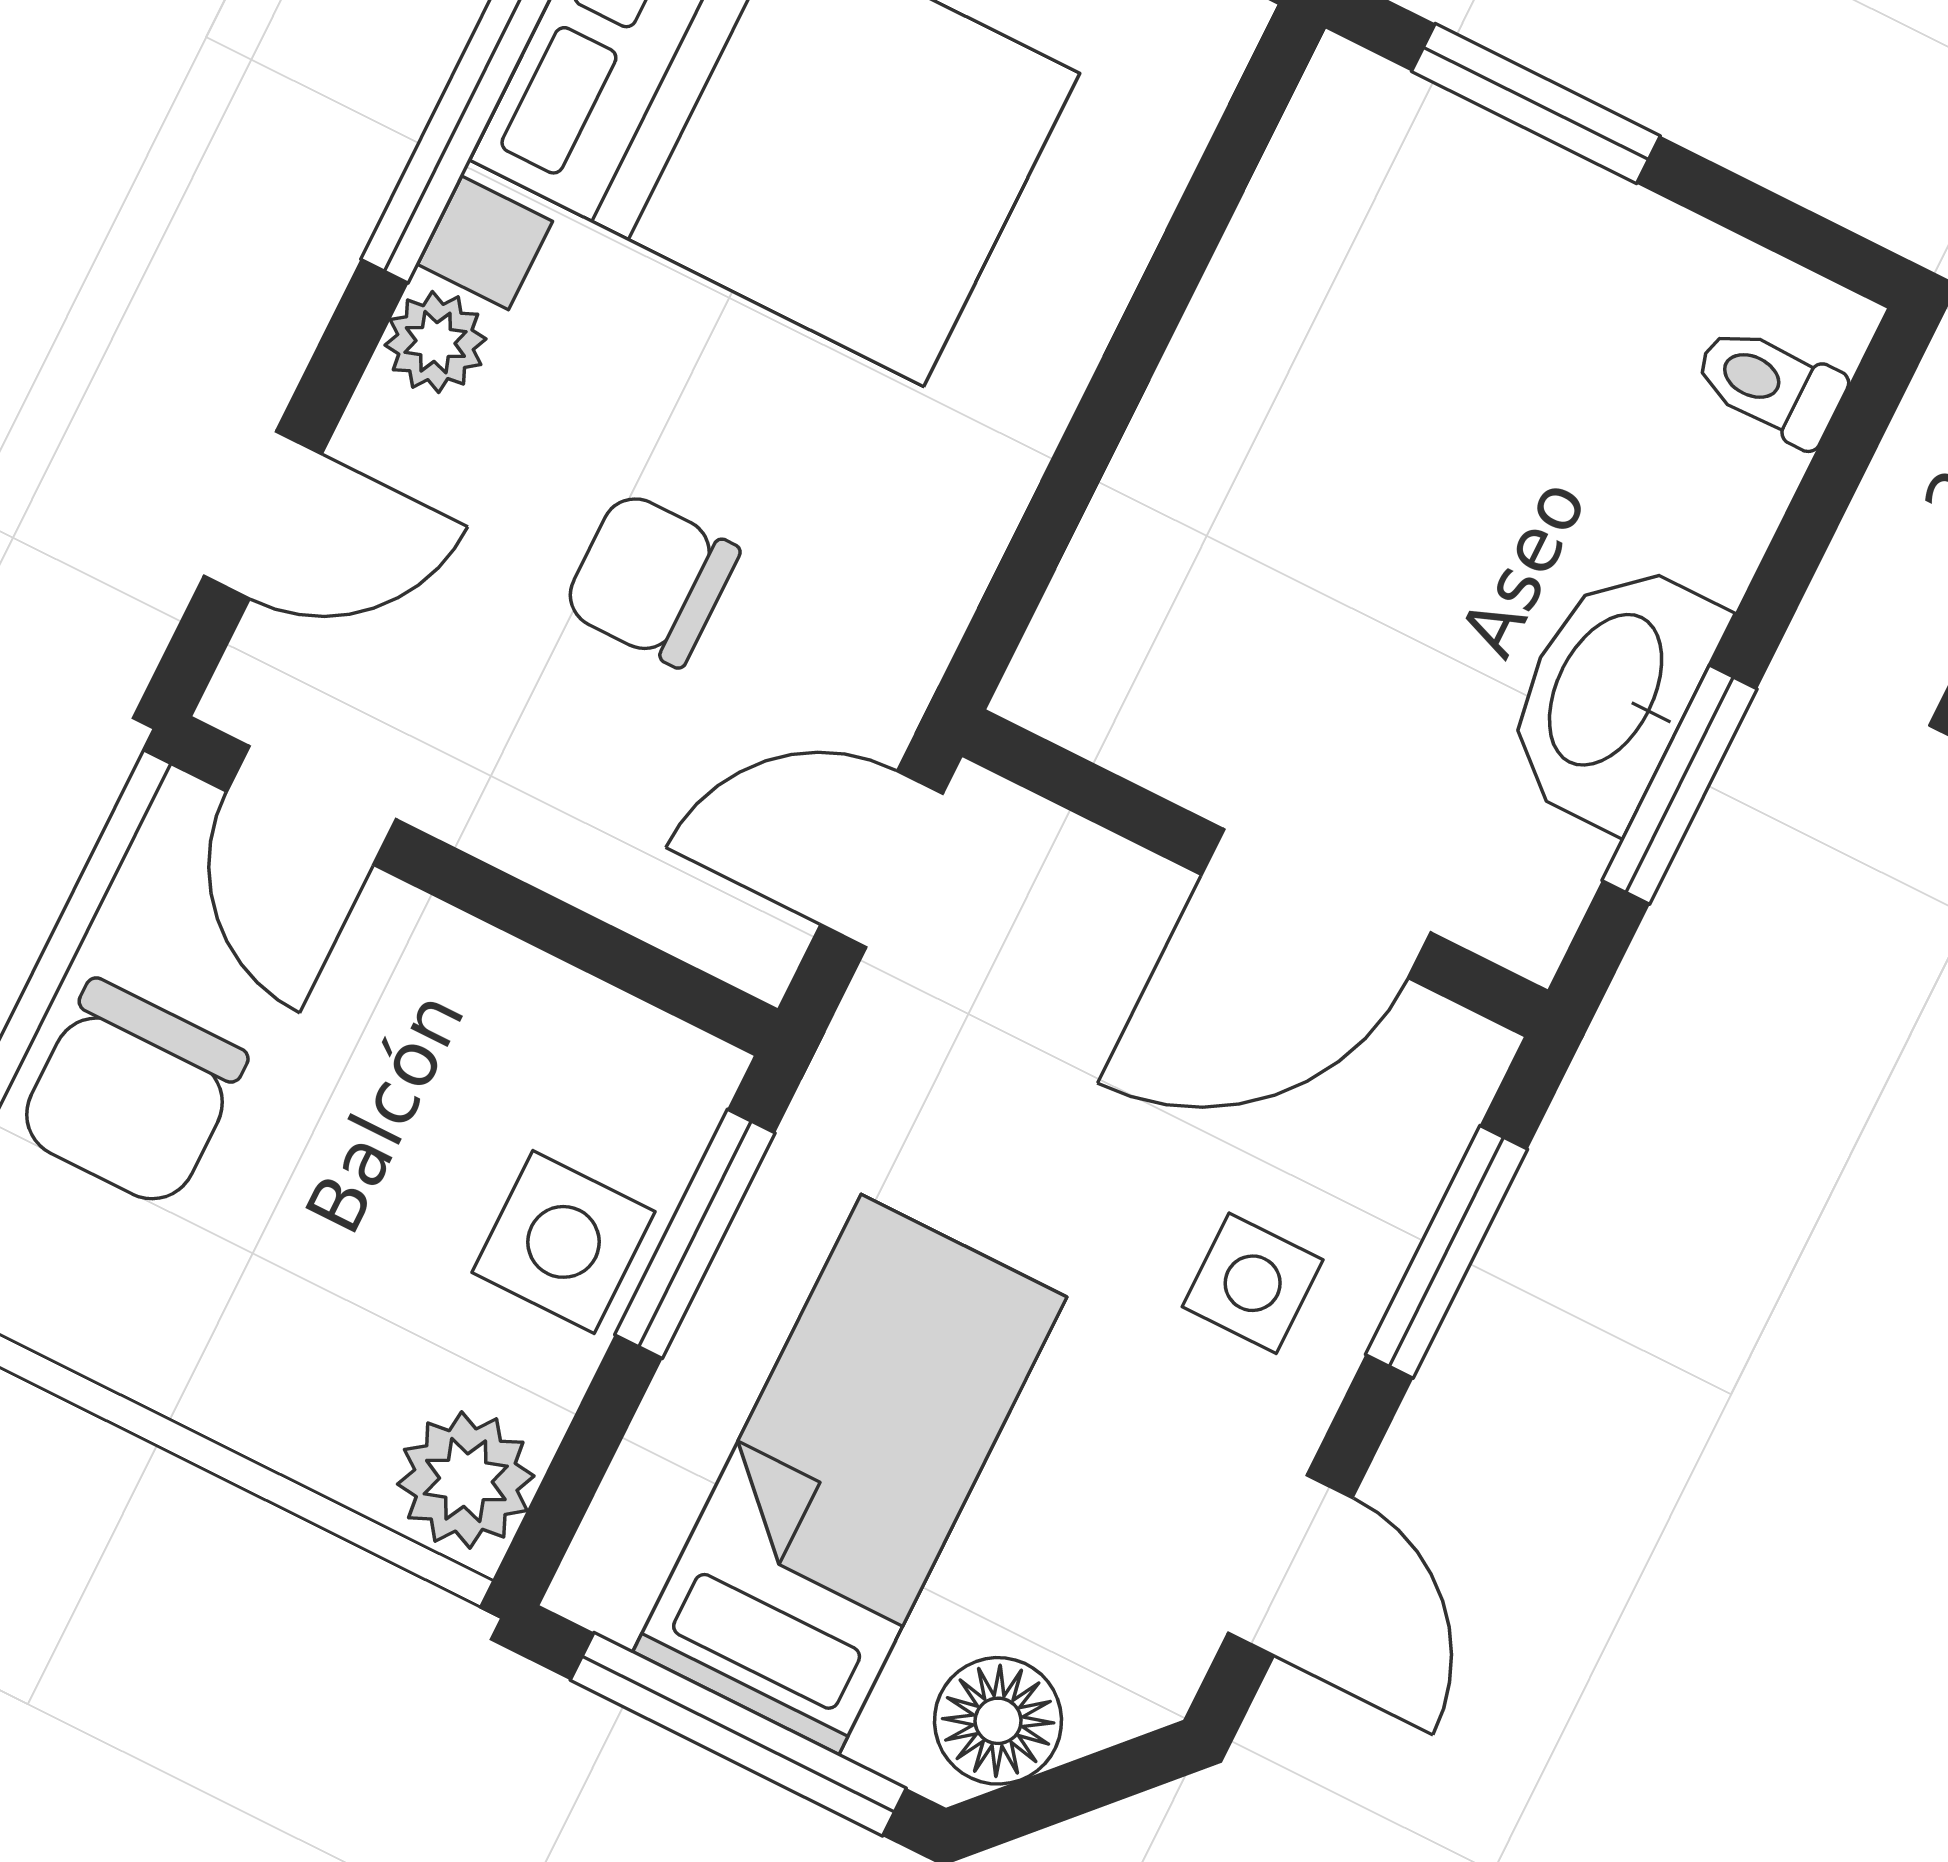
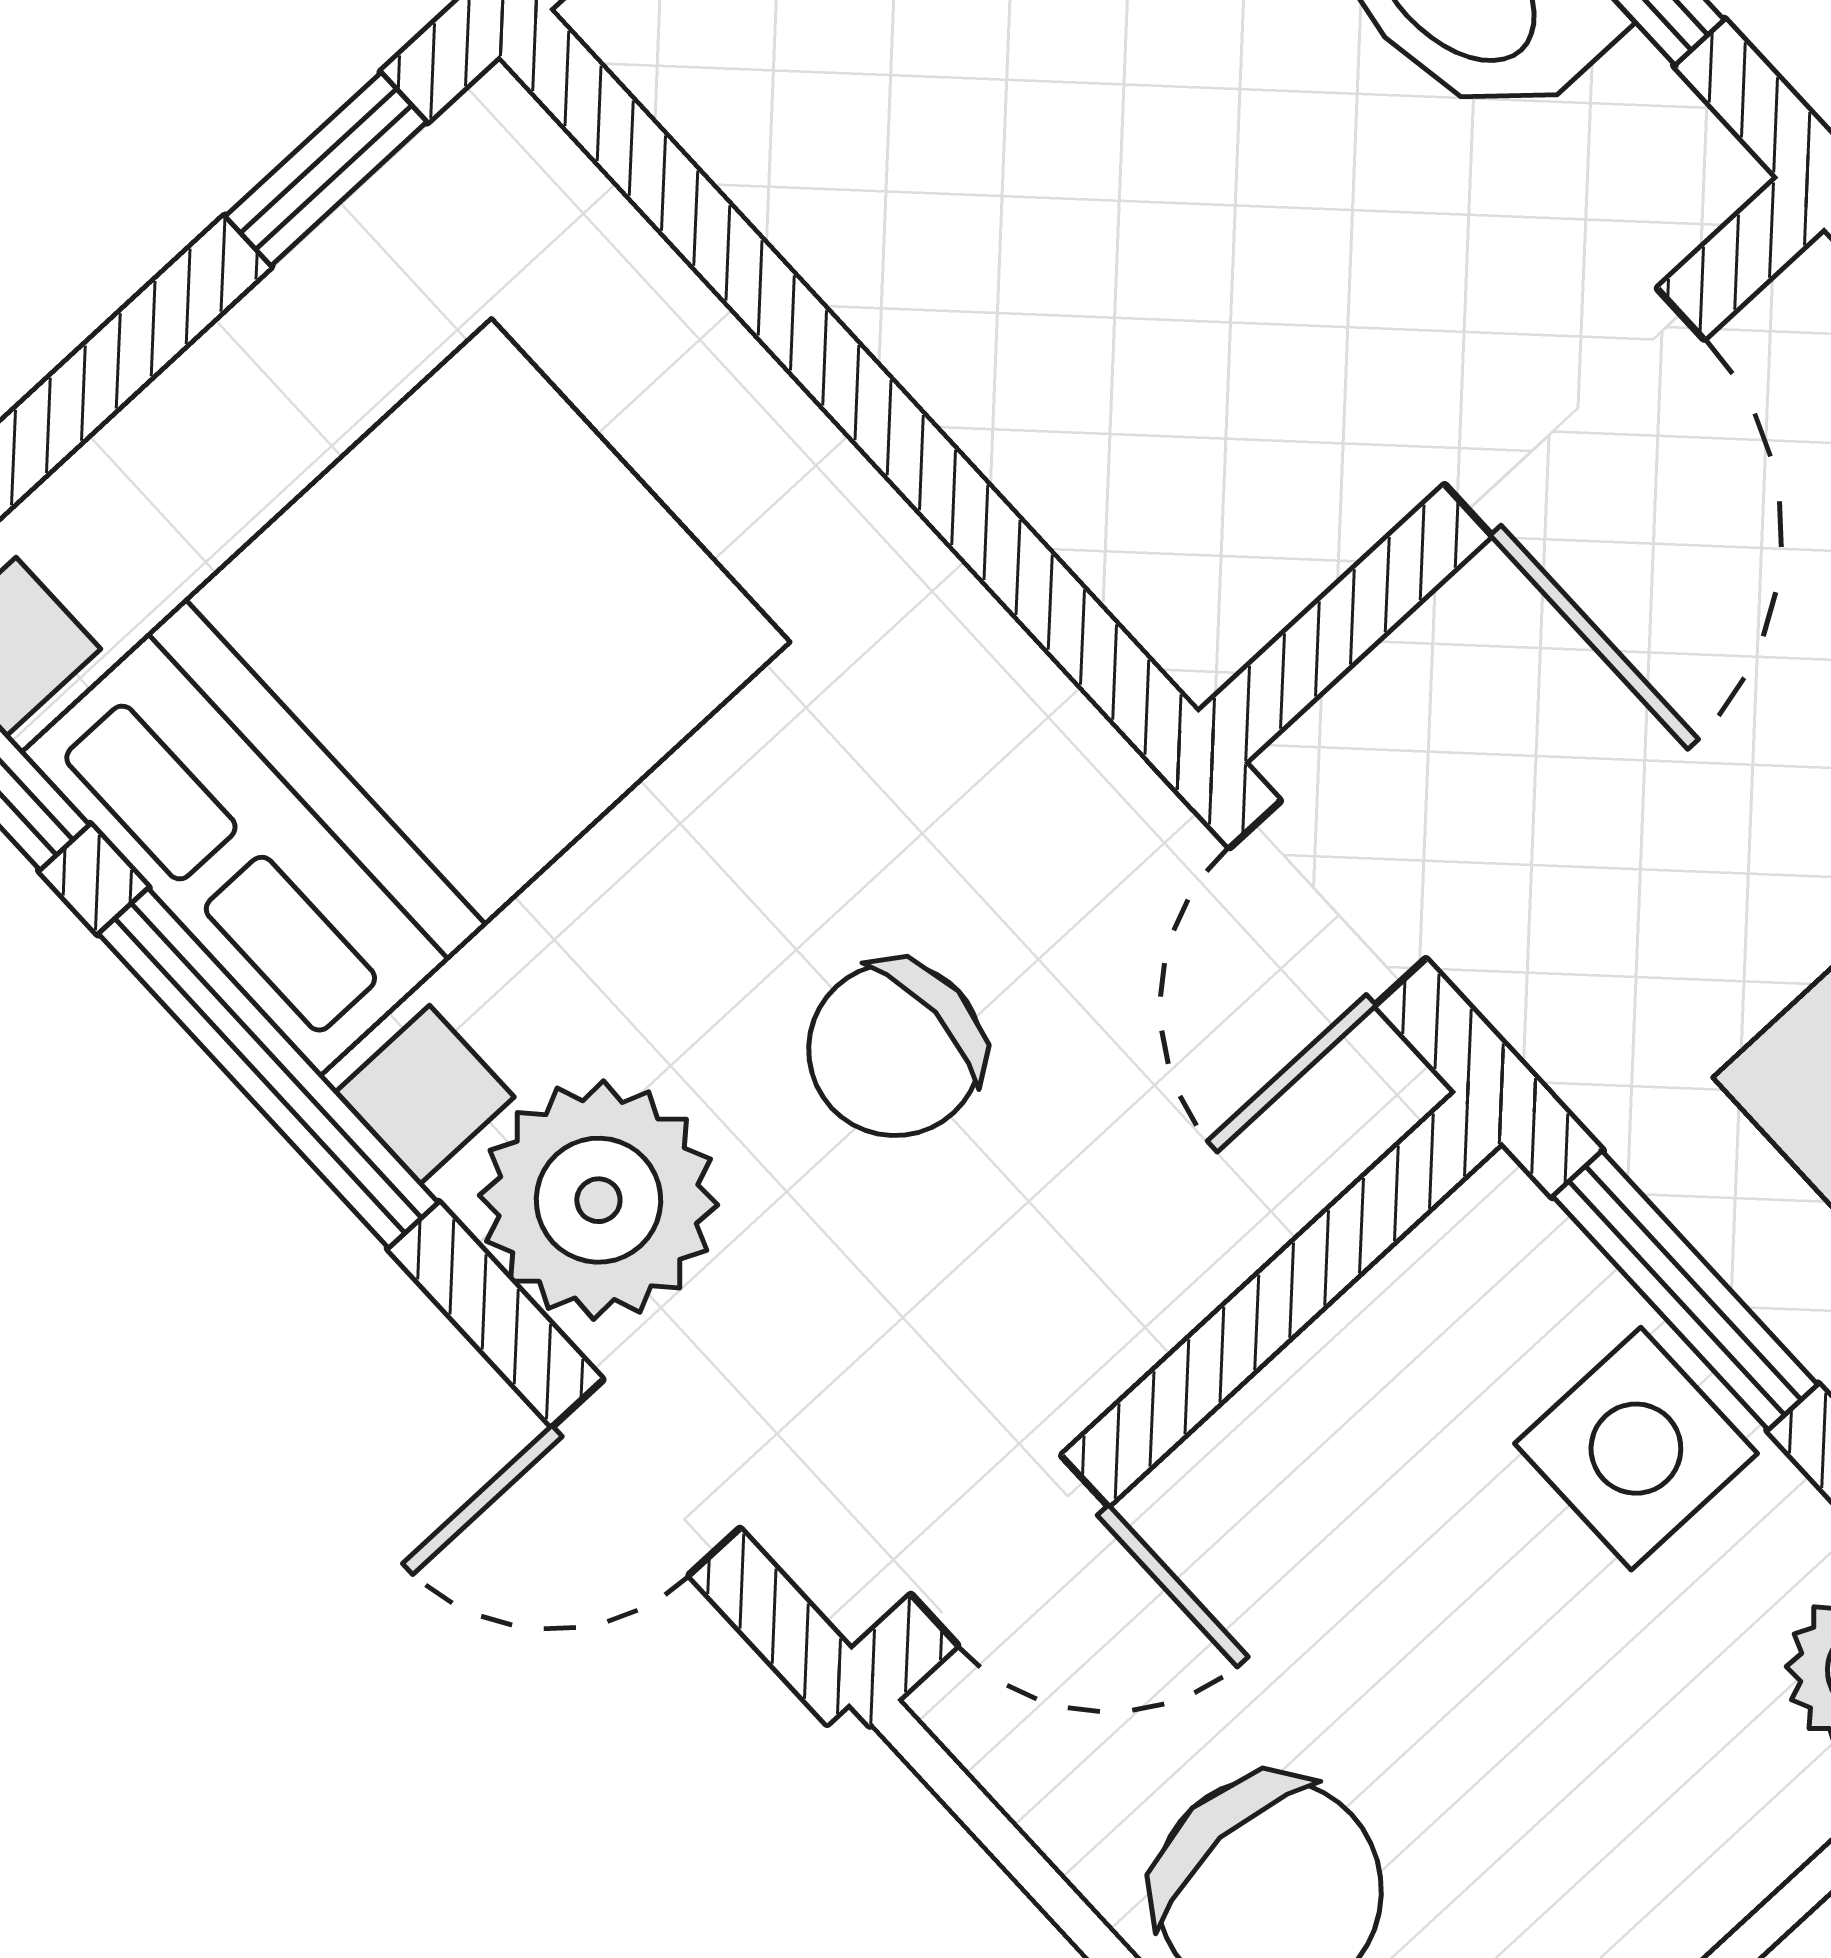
plant: (435, 342) -> (598, 1200), width x1.88, depth x1.88
door: (263, 515) -> (646, 1477), swing flipped

